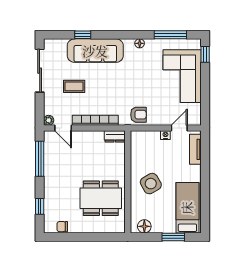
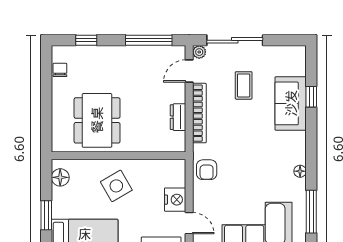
sofa: (95, 51) -> (291, 103), width x0.73
sliding door: (40, 71) -> (235, 40), moved
nightstand: (165, 135) -> (175, 200), width x1.89, depth x1.79
dresser: (115, 136) -> (178, 117), moved

